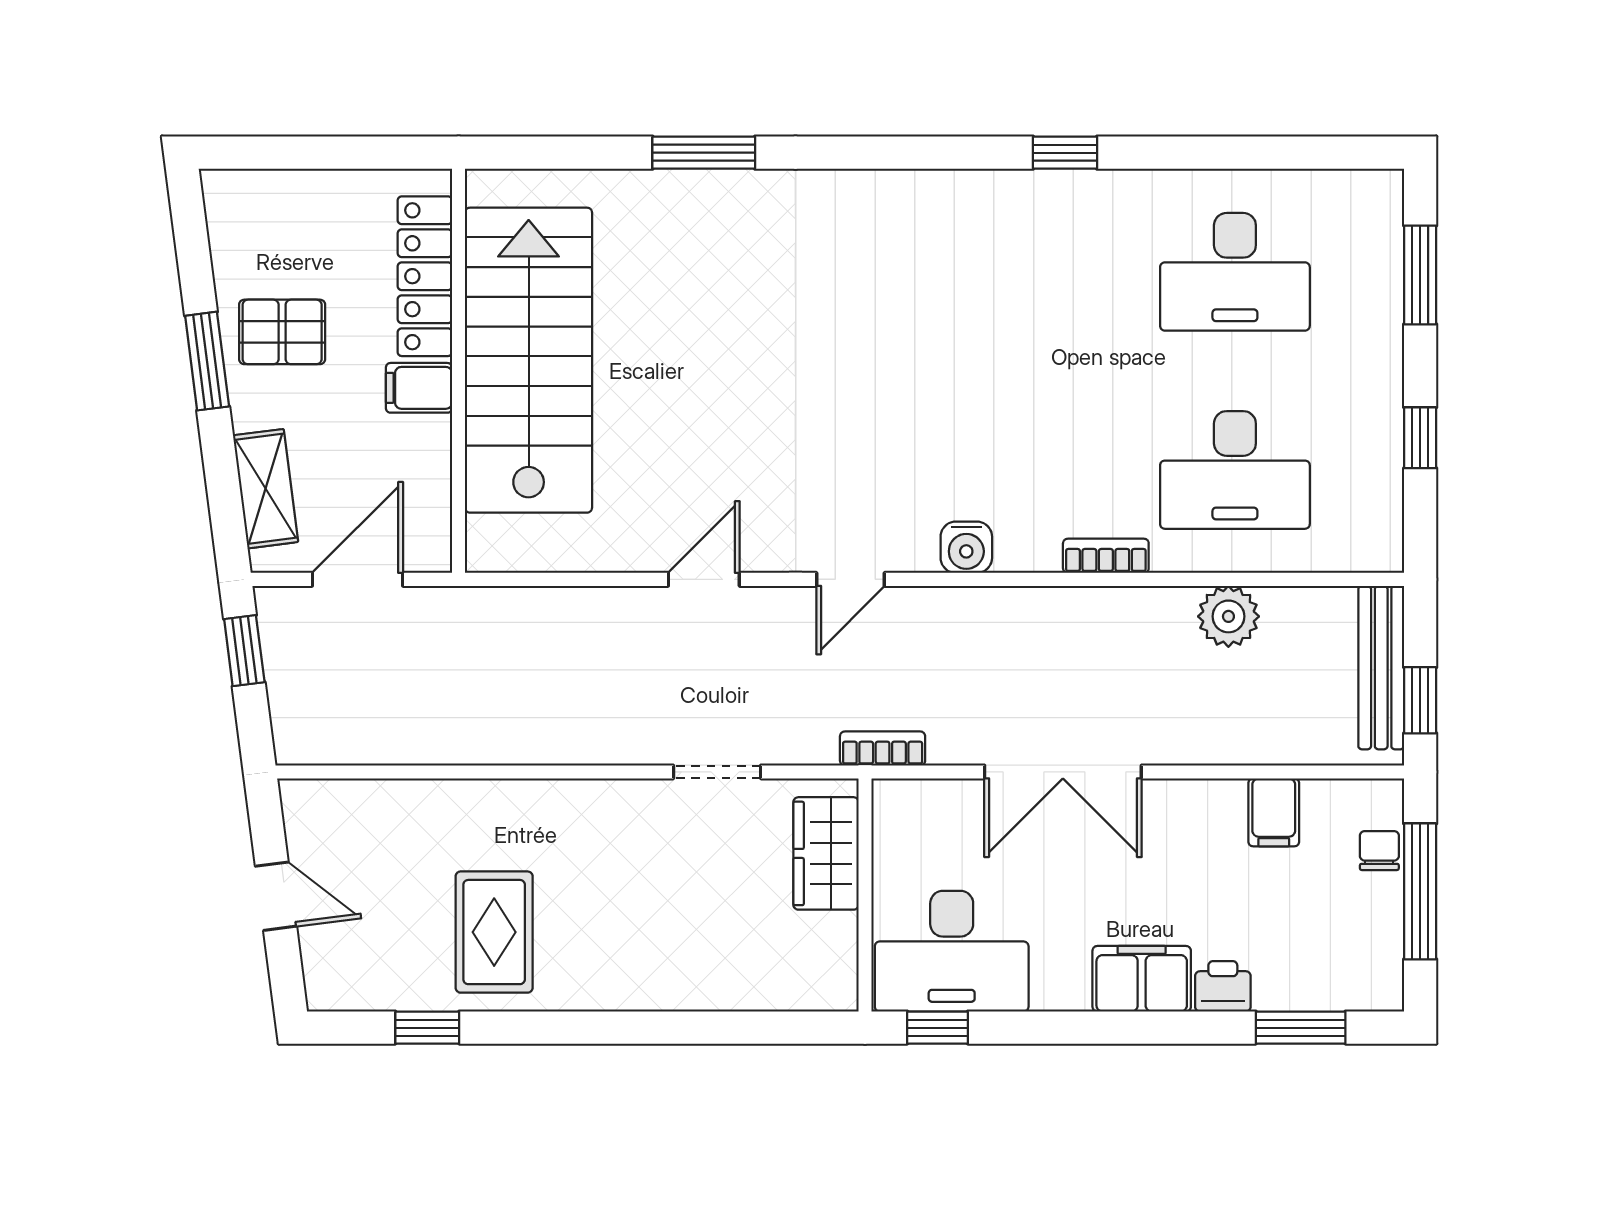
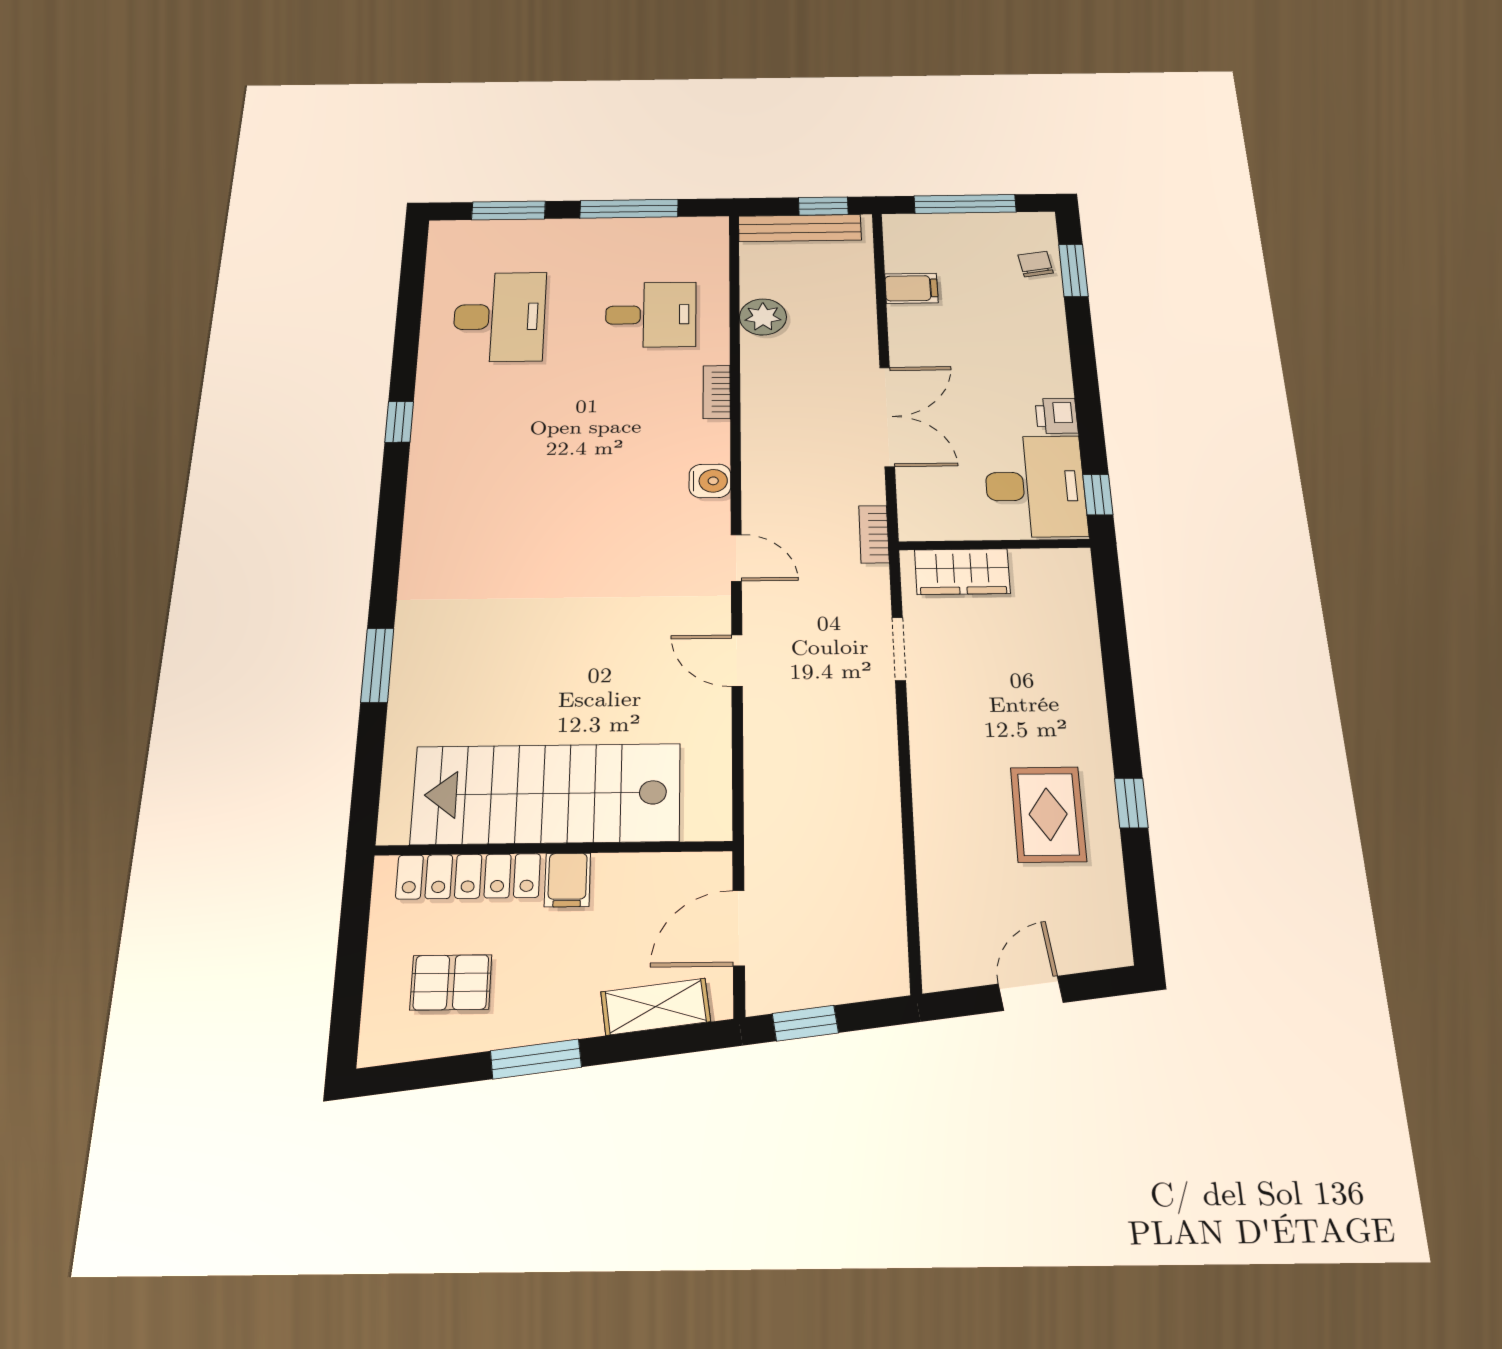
pallet: (282, 332) -> (451, 982), moved, turned 90
window: (1420, 438) -> (629, 209), width x2.17
desk: (1235, 470) -> (651, 315), width x0.73
door: (357, 579) -> (739, 928), hinge flipped
chair: (1379, 851) -> (1036, 264), moved, turned 81
rug: (494, 932) -> (1048, 814), turned 90
filing cabinet: (1142, 979) -> (1046, 365), removed
printer: (1223, 986) -> (1057, 416), moved
window: (427, 1028) -> (1131, 803), moved

